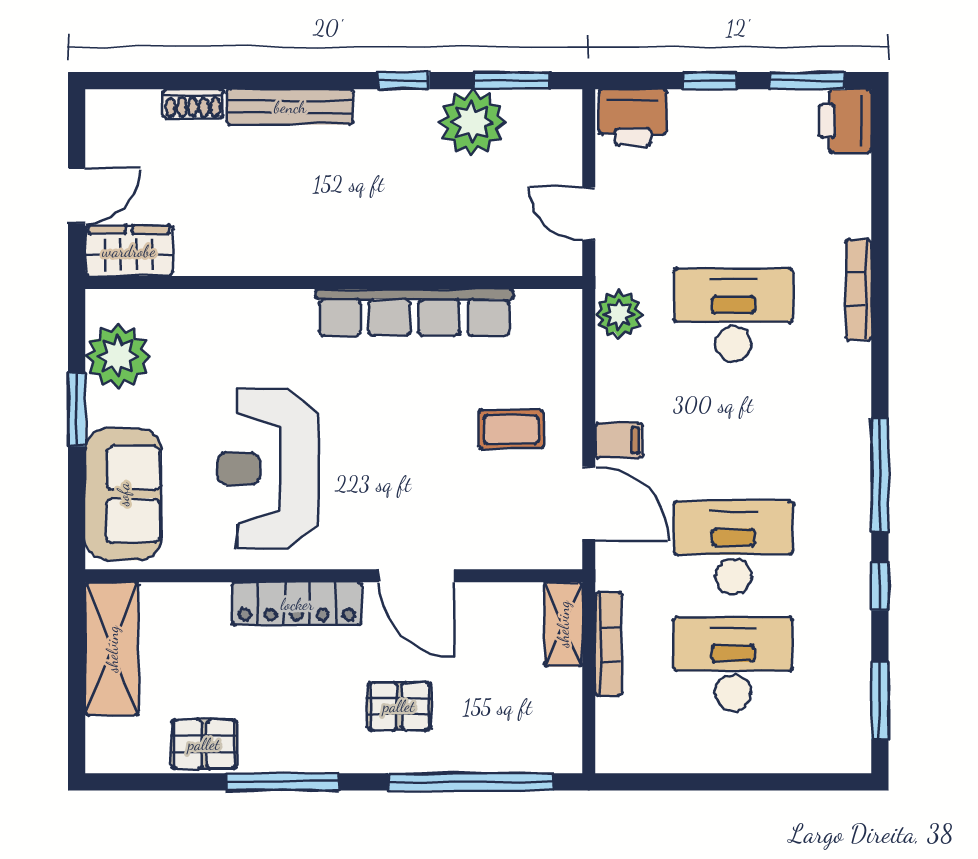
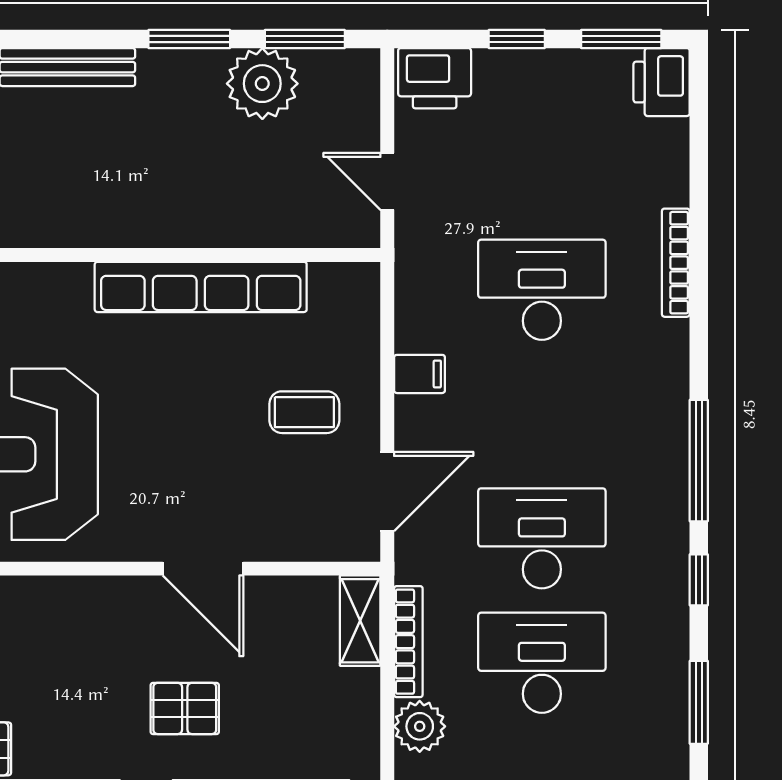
window: (404, 81) -> (189, 39), width x1.50
plant: (619, 314) -> (420, 726), moved
filing cabinet: (619, 440) -> (420, 374), moved
door: (589, 504) -> (387, 491), hinge flipped
locker: (297, 604) -> (75, 599), removed

